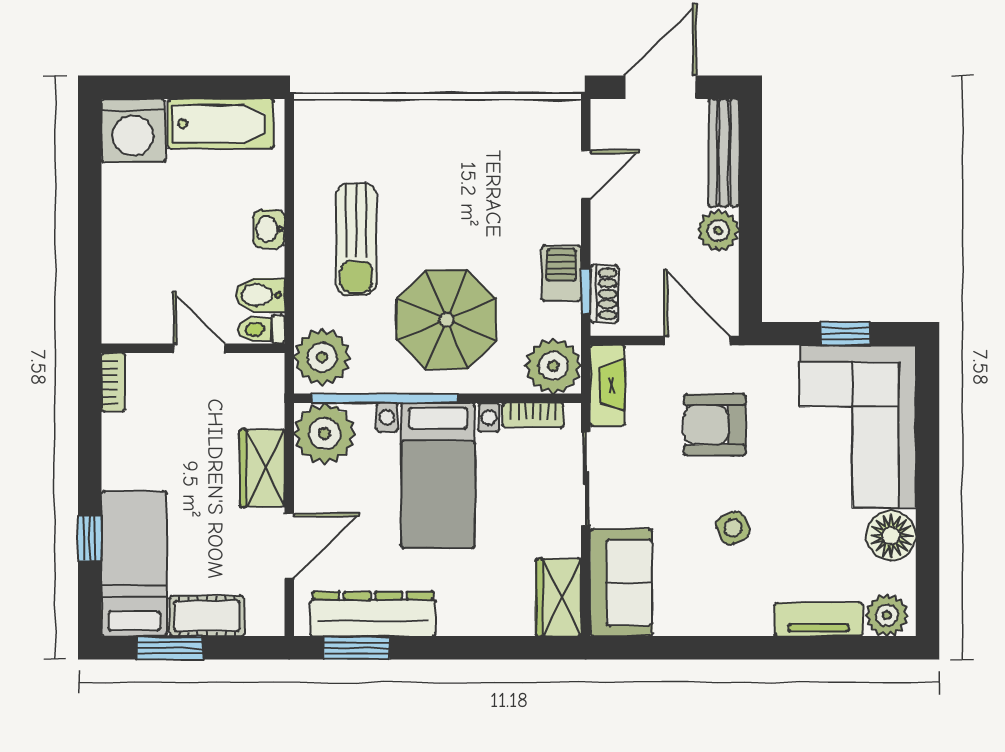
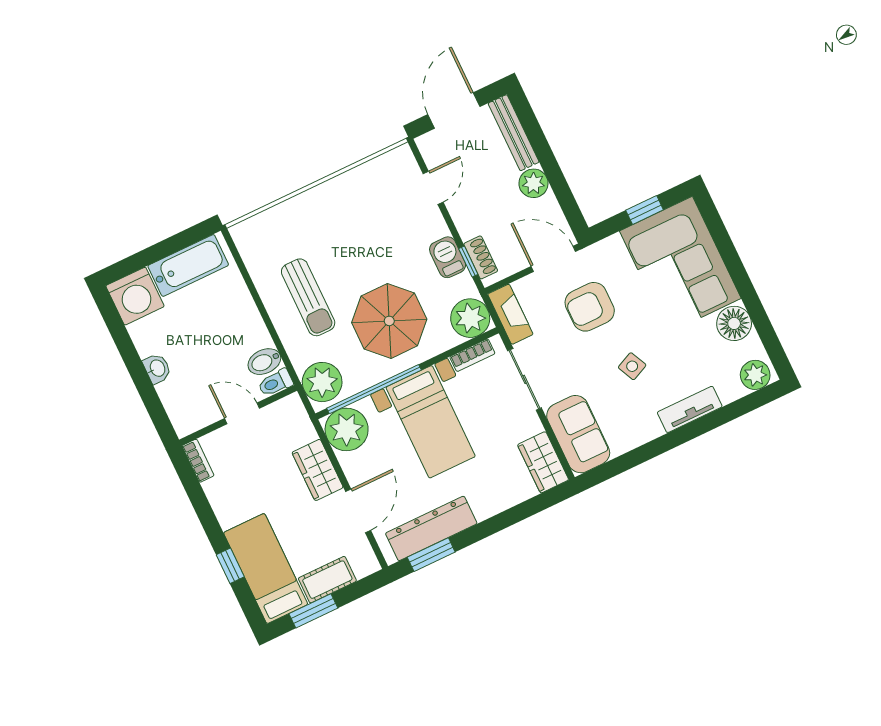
washbasin: (269, 229) -> (157, 368), moved, turned 180
tv unit: (819, 619) -> (690, 409), moved

